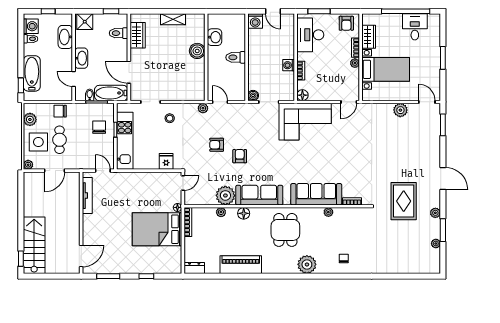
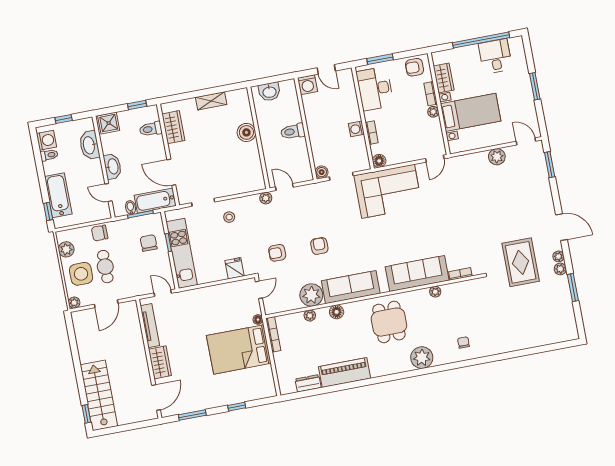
armchair: (346, 23) -> (414, 67), turned 90
washbasin: (215, 37) -> (269, 92), moved, turned 90
armchair: (217, 145) -> (277, 253), moved
wardrobe: (90, 228) -> (160, 362), added
plant: (436, 244) -> (558, 256), moved
dresser: (194, 268) -> (308, 383), moved

